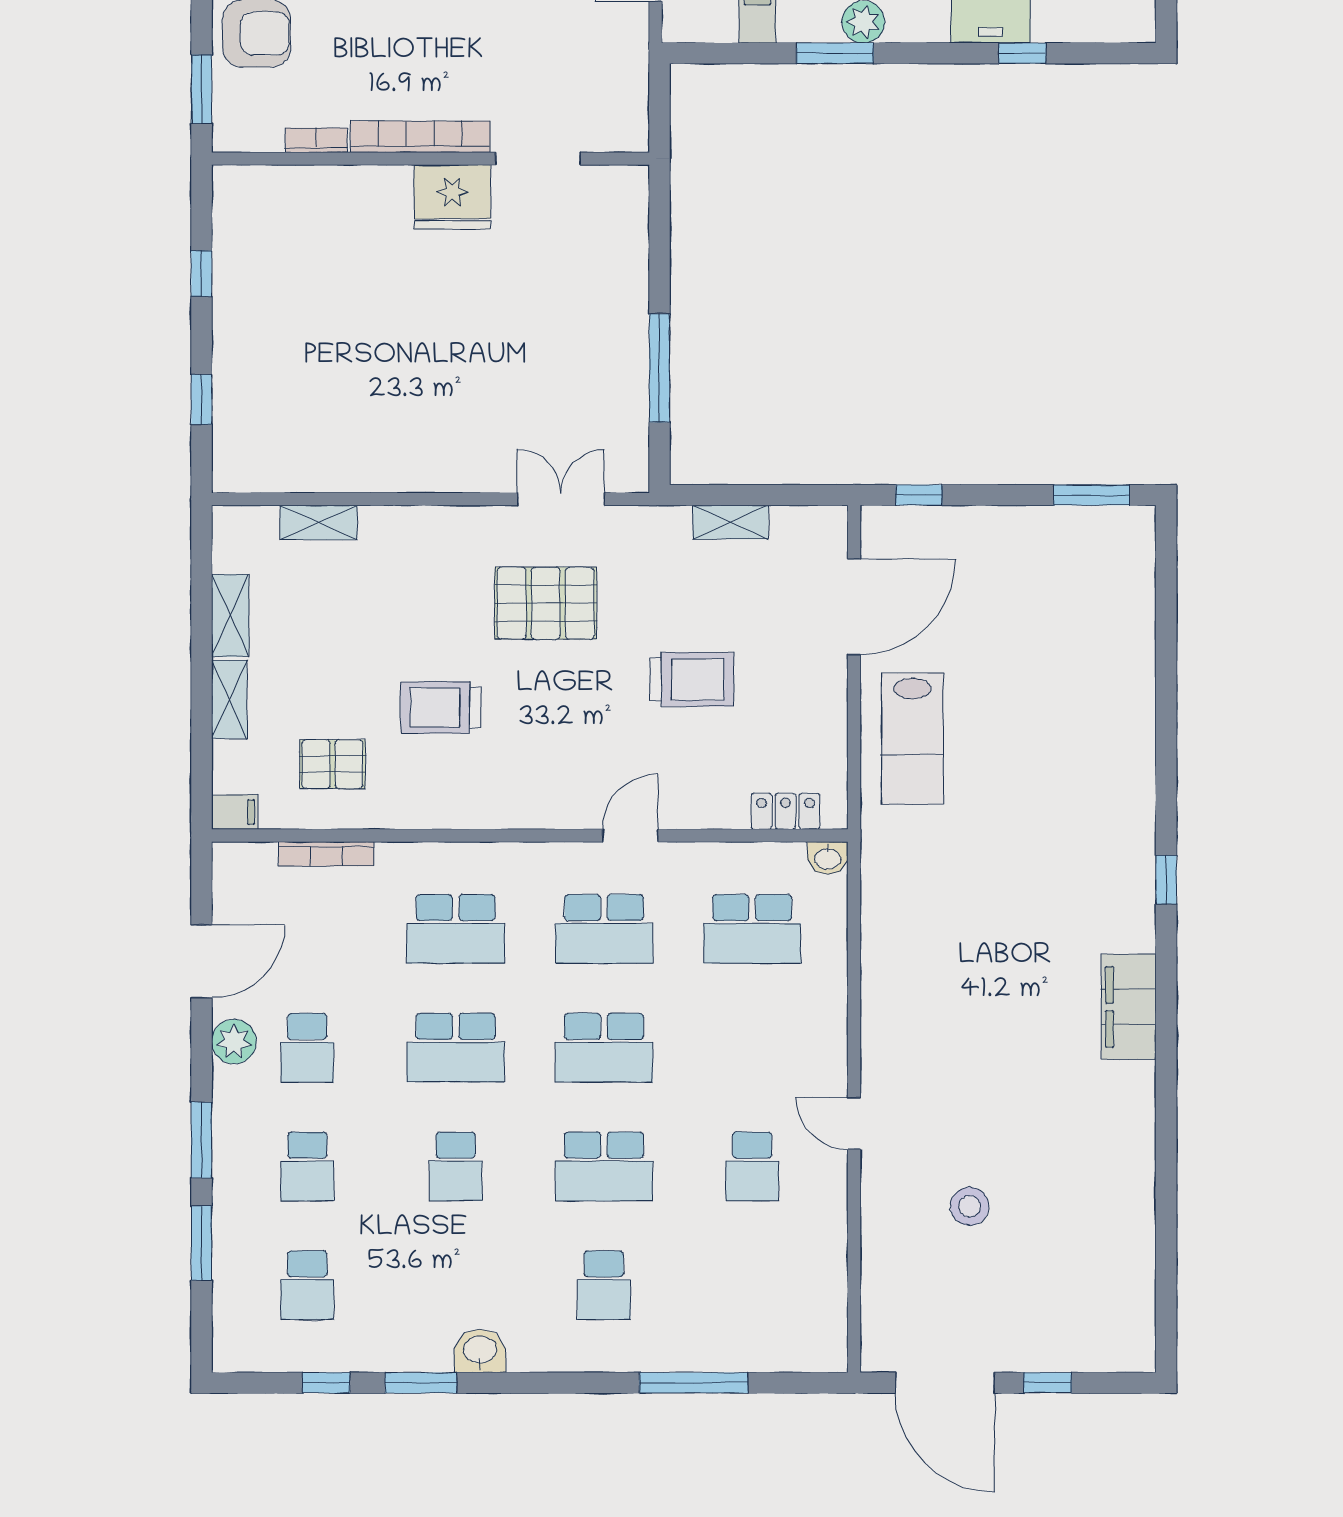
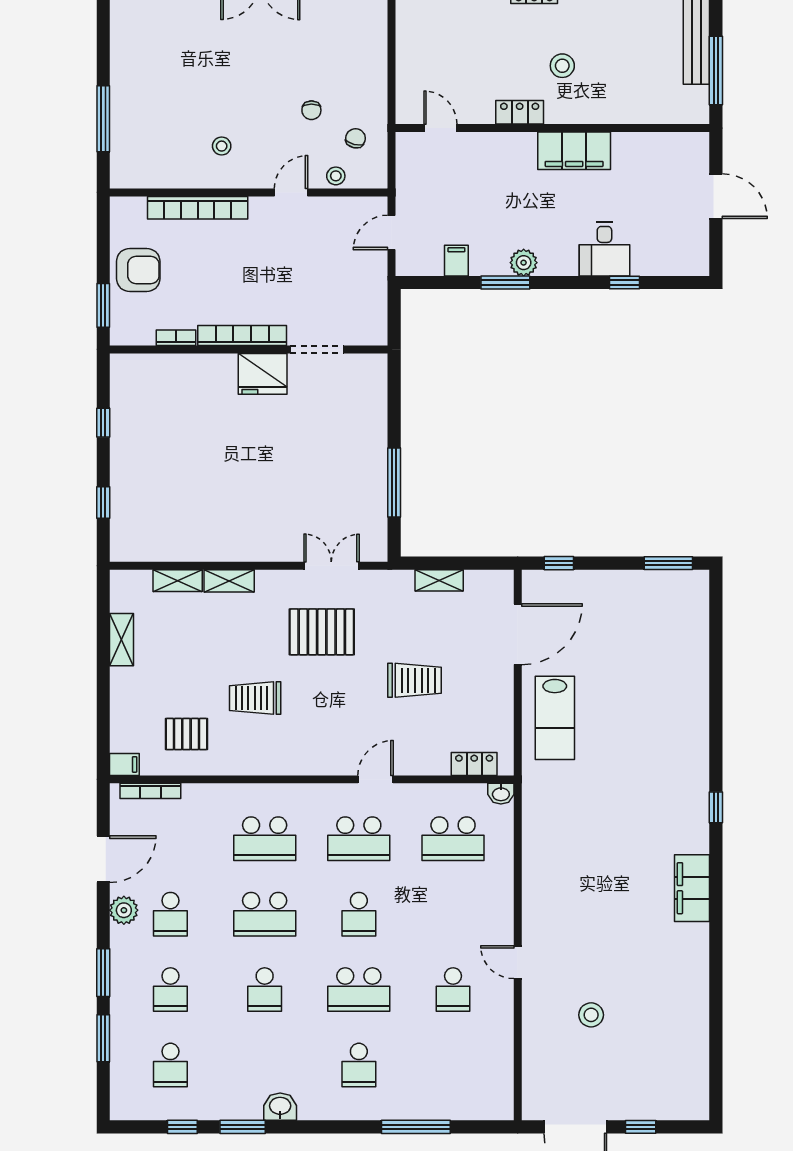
shelving: (229, 699) -> (229, 581), moved, turned 90
bookcase: (326, 854) -> (150, 791), moved
school desk: (604, 1048) -> (359, 914), width x0.54

